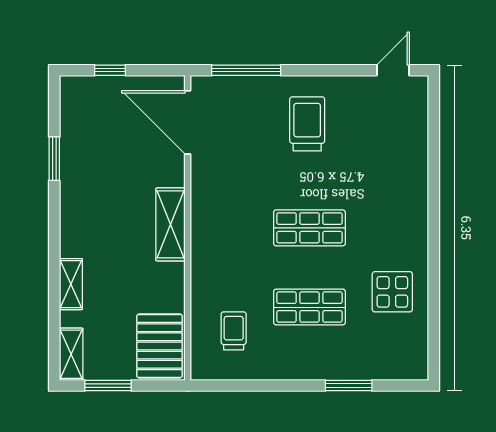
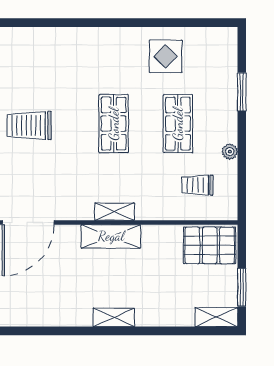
window: (54, 159) -> (57, 331), removed
shelving: (201, 229) -> (114, 212), added
shelving: (71, 284) -> (114, 317), moved
plant: (275, 371) -> (230, 152), added

